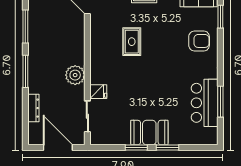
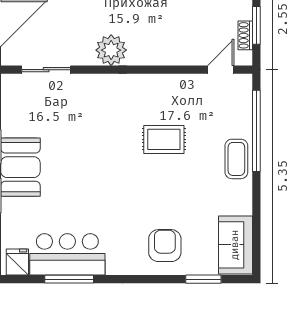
armchair: (199, 41) -> (165, 246), turned 180
fridge: (98, 92) -> (17, 262), moved, turned 180

